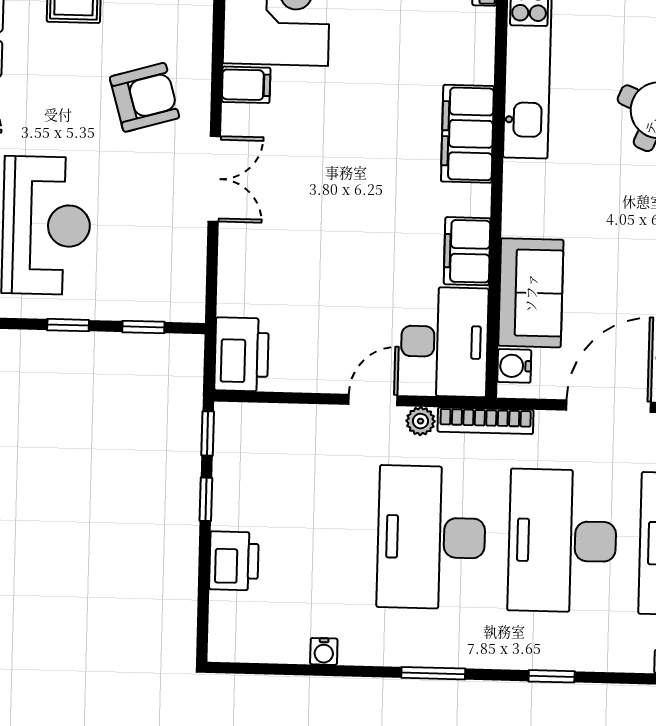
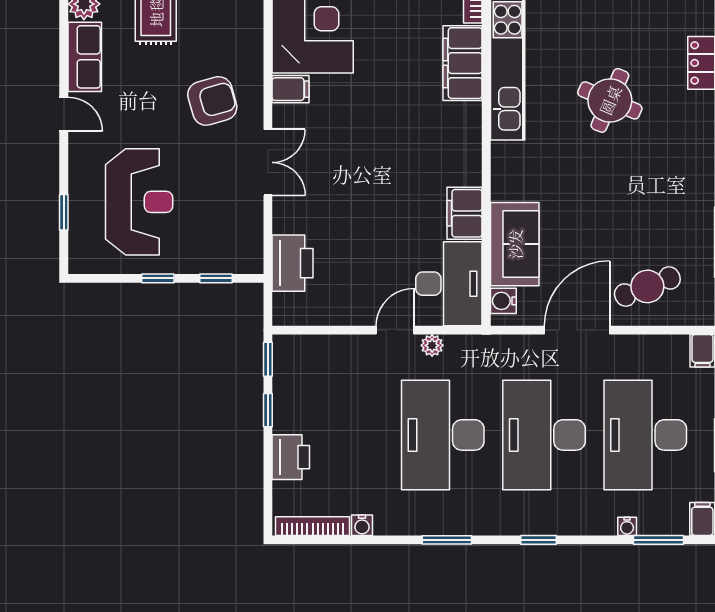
filing cabinet: (467, 134) -> (462, 63), moved
printer: (242, 354) -> (292, 263), moved
bookcase: (485, 421) -> (313, 526), moved, turned 180

